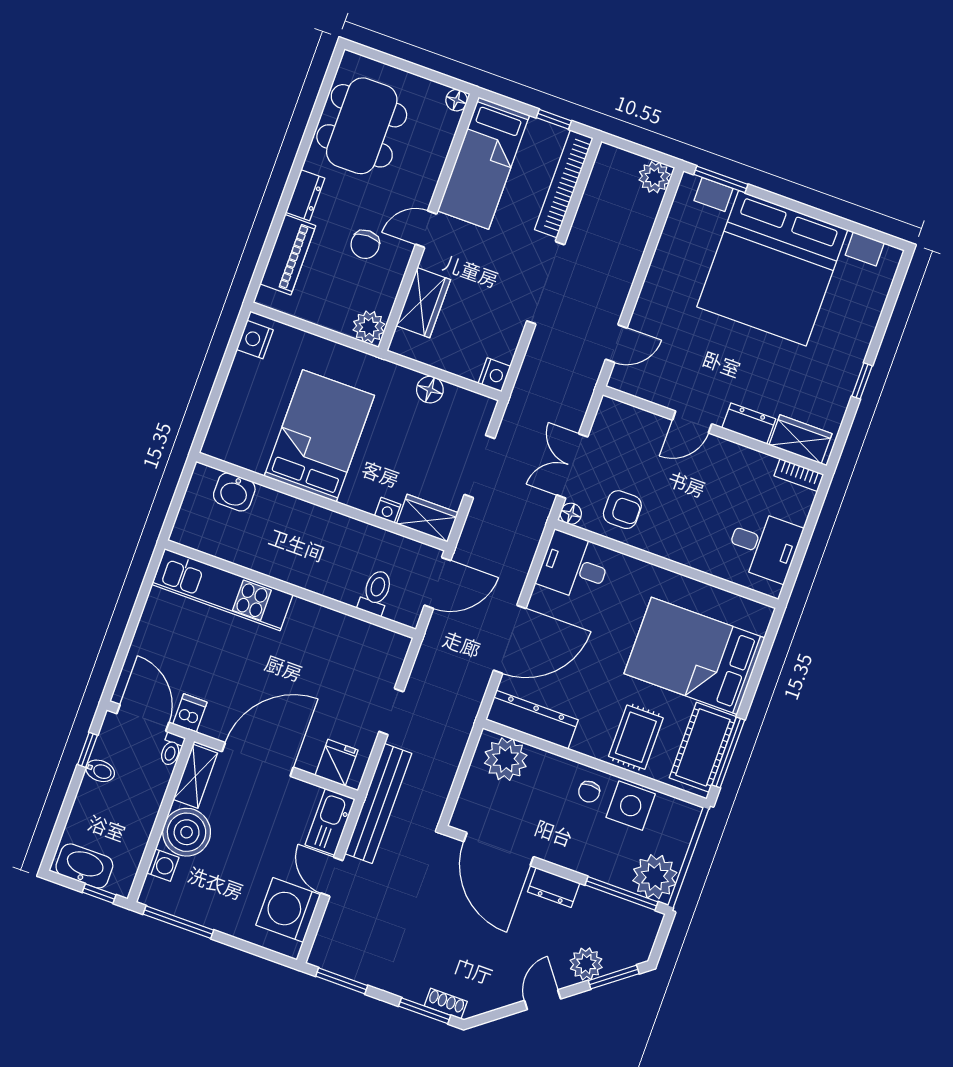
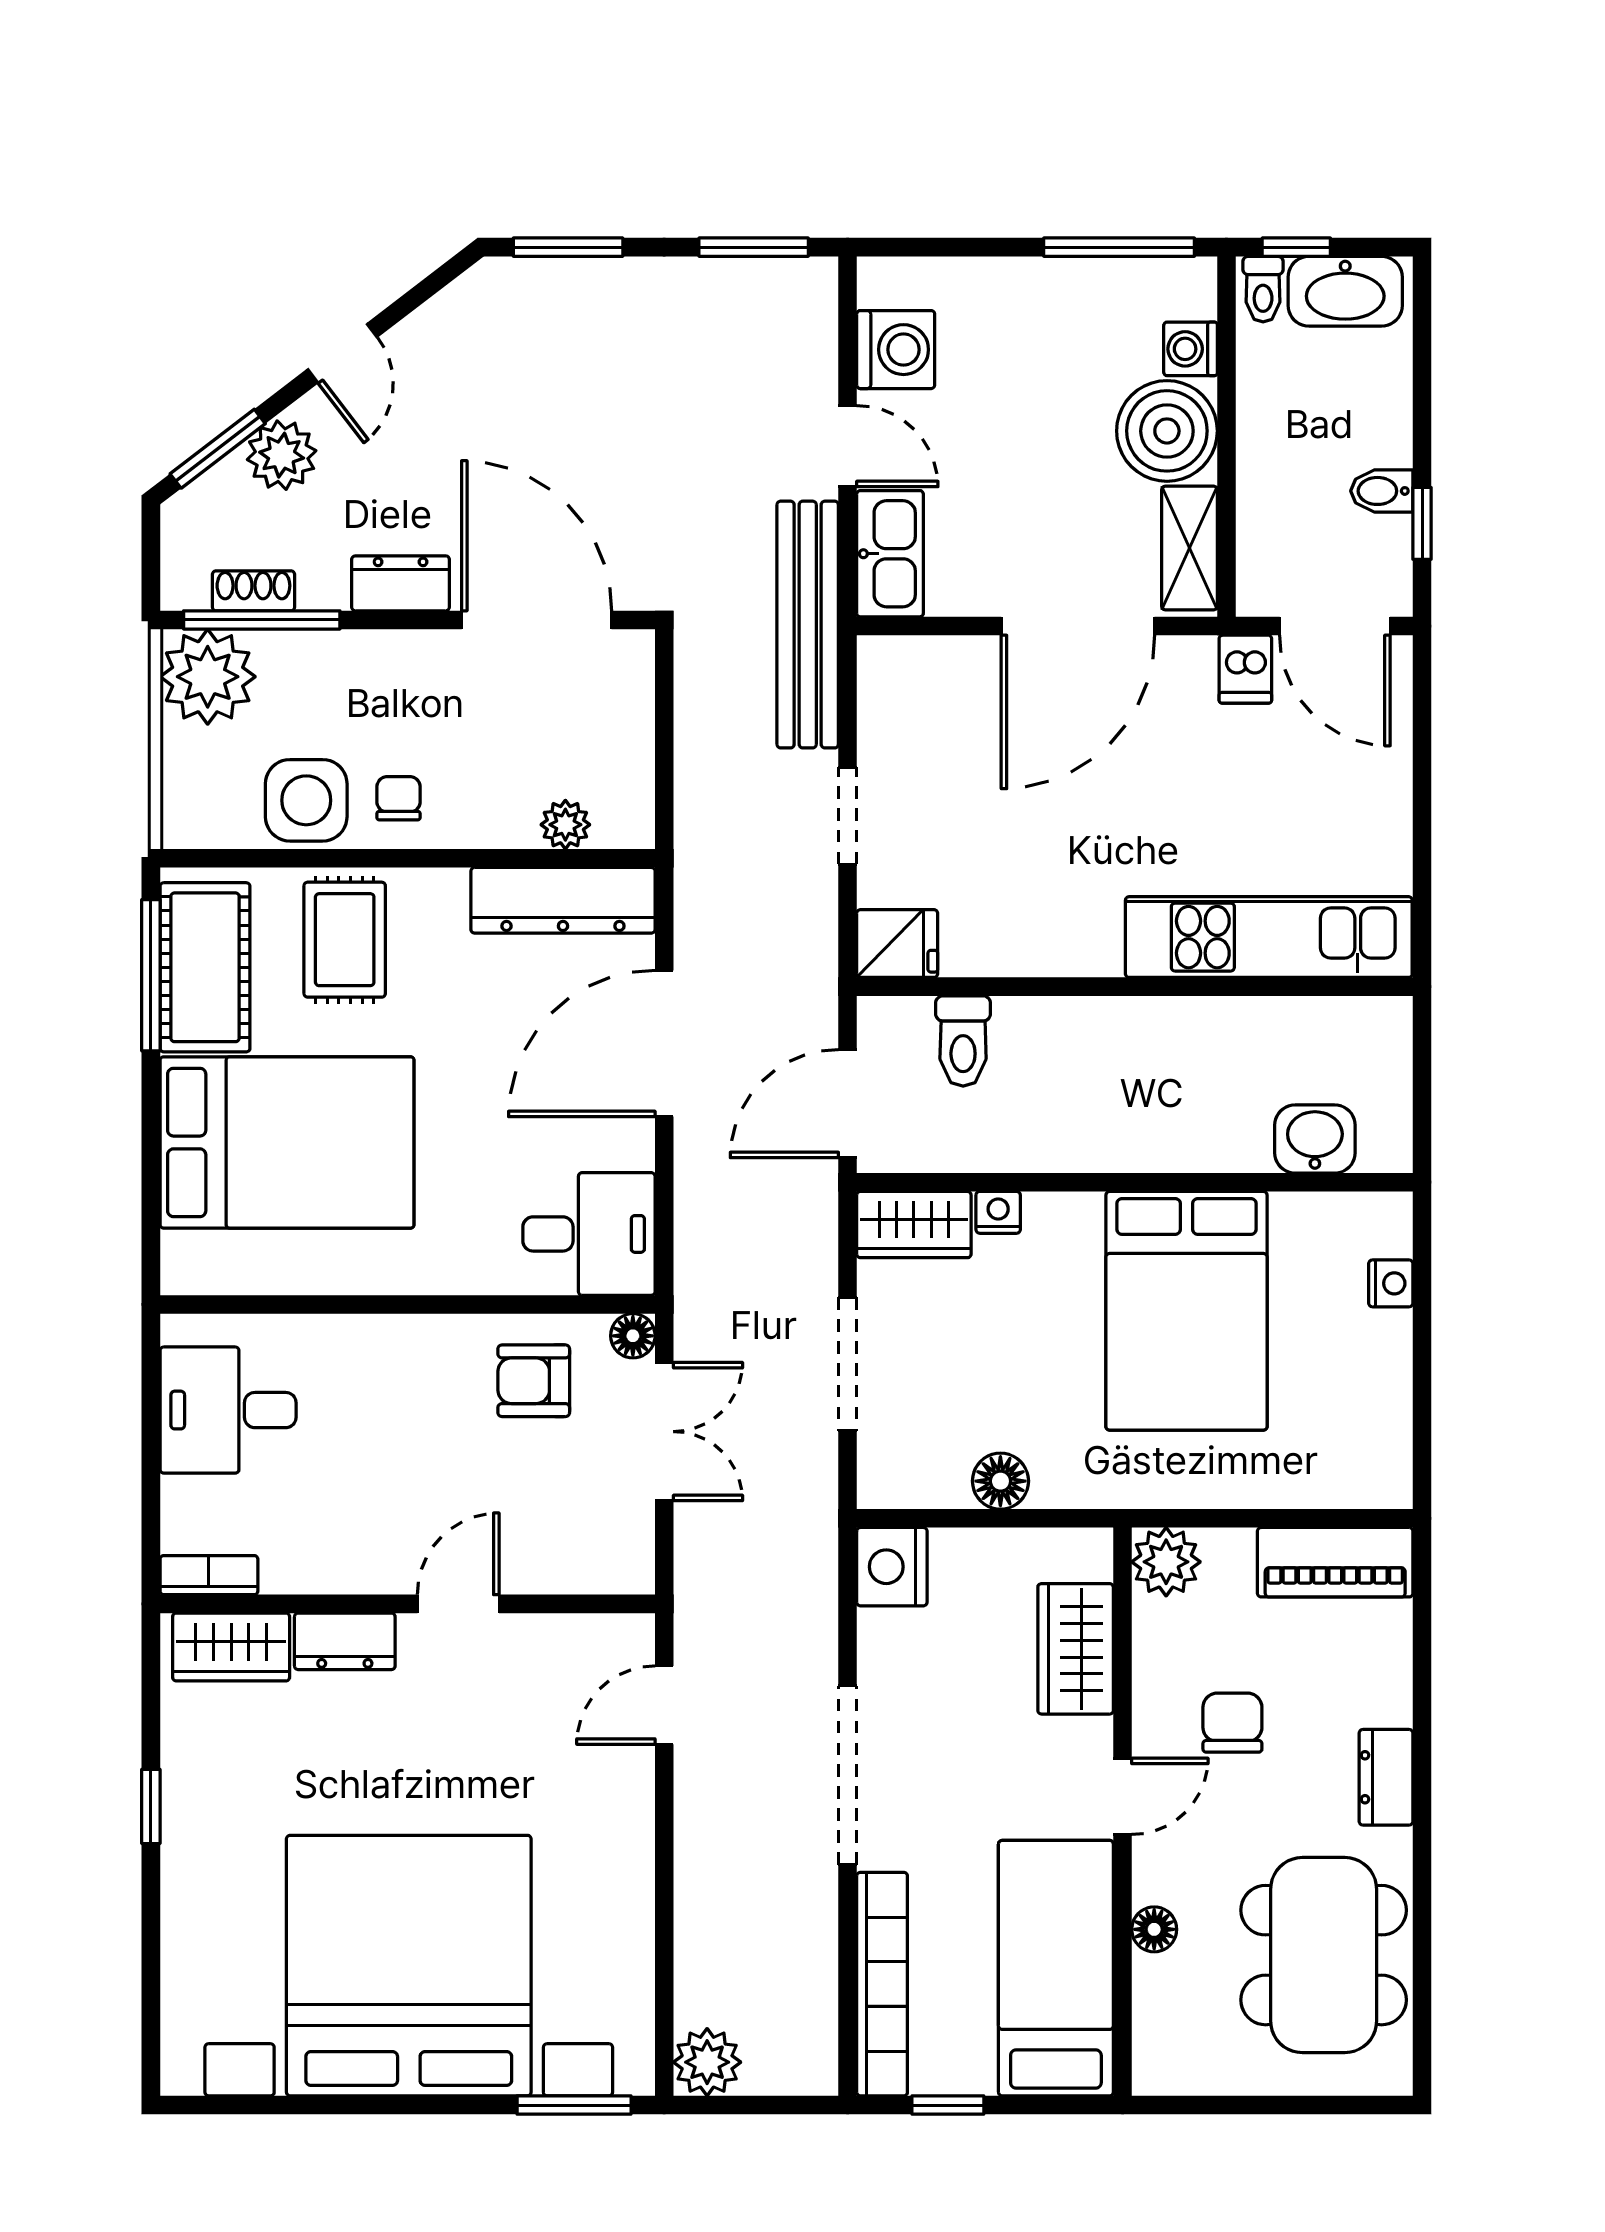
floor lamp: (457, 100) -> (1154, 1929), moved
piano: (288, 255) -> (1335, 1562), moved, turned -90
nightstand: (255, 340) -> (1391, 1283), moved, width x0.72, depth x0.74
nightstand: (494, 375) -> (892, 1567), width x1.36, depth x1.33
toilet: (171, 749) -> (1263, 289), moved, turned 180
plant: (506, 759) -> (565, 825), width x0.53, depth x0.53
fridge: (336, 763) -> (897, 944), moved, turned -90
washing machine: (288, 910) -> (896, 350), width x0.73, depth x0.73
shoe rack: (446, 1004) -> (253, 591), moved, turned 180

